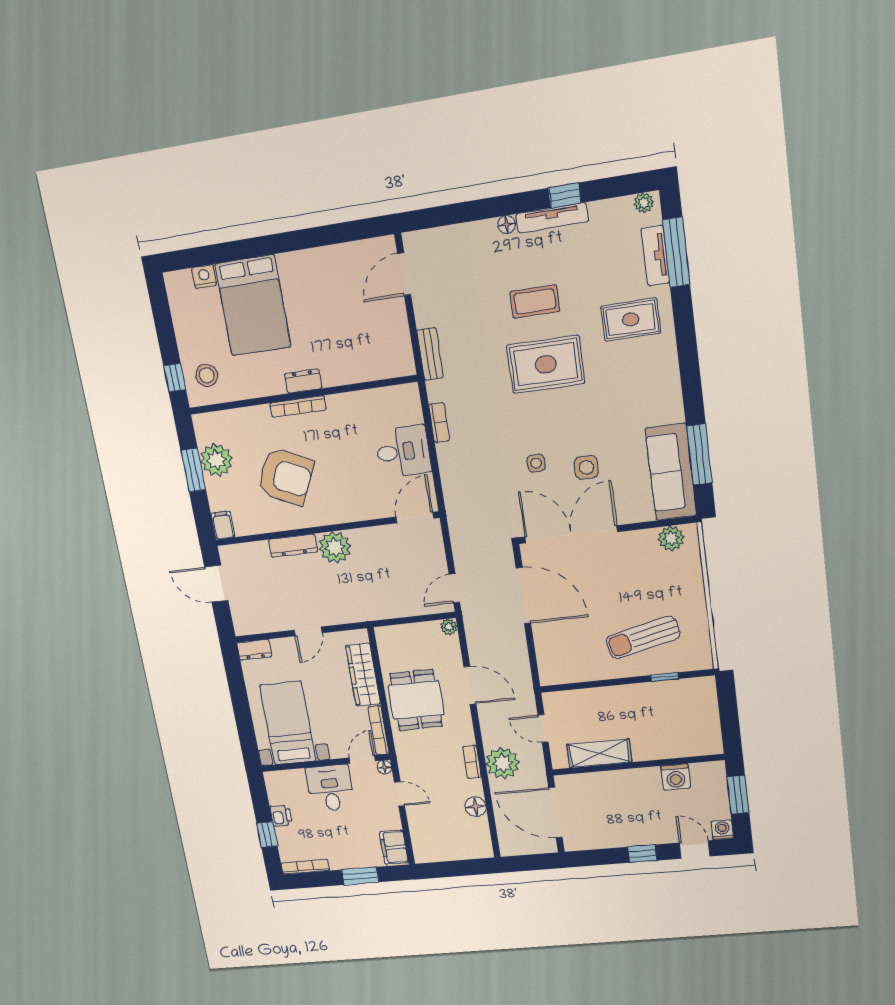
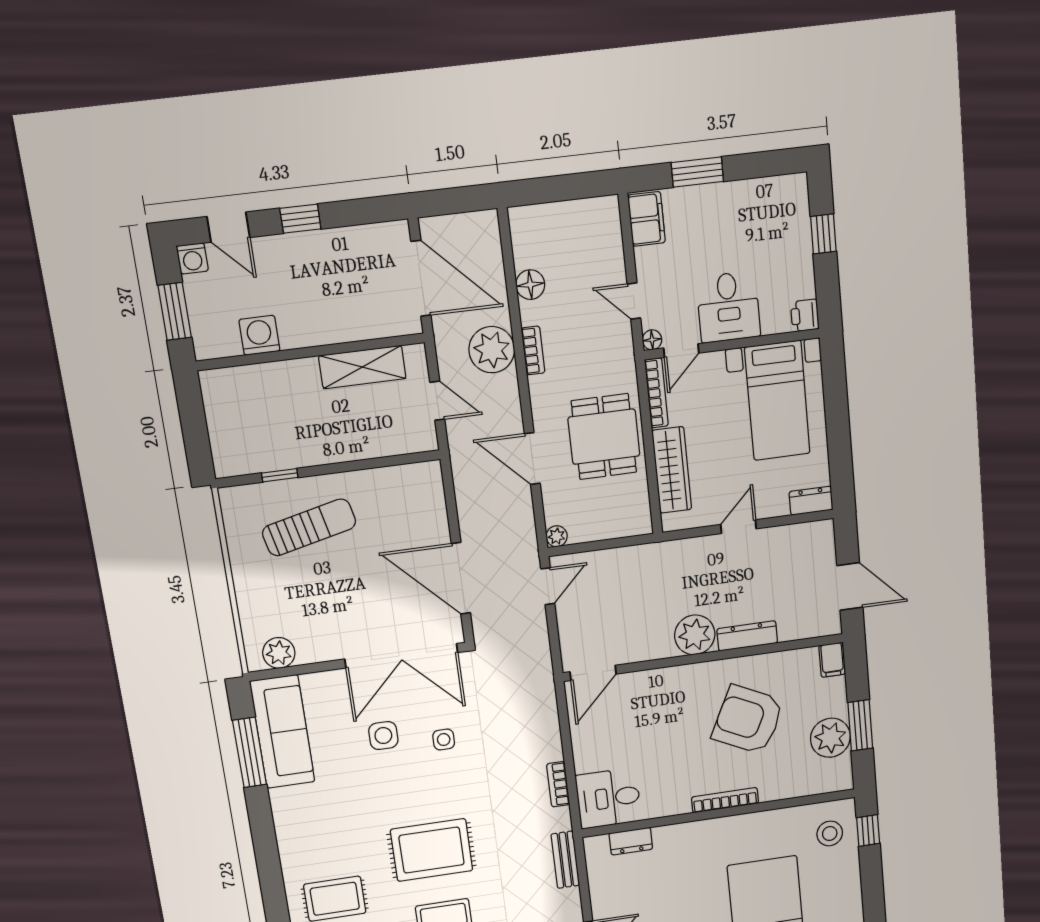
dresser: (303, 381) -> (631, 841), moved
desk: (403, 451) -> (608, 798), moved
printer: (281, 816) -> (805, 315), moved
bookcase: (305, 867) -> (774, 184), removed

